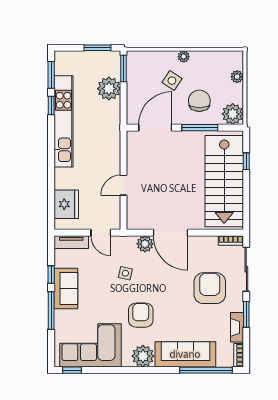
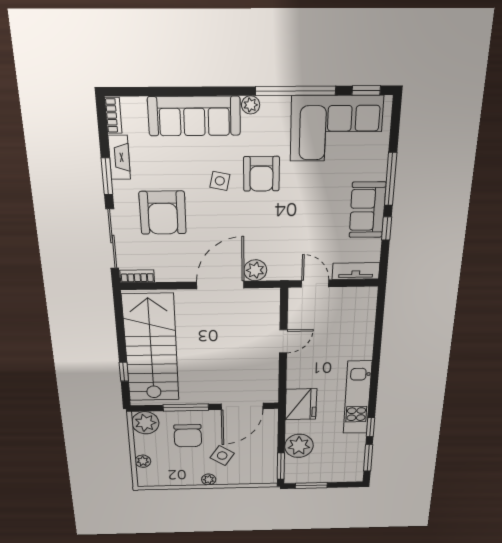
kitchen unit: (64, 121) -> (357, 398), width x0.73
fridge: (66, 204) -> (301, 404), moved, turned 180
door: (170, 233) -> (220, 285), hinge flipped
side table: (125, 273) -> (220, 181), moved
plant: (143, 356) -> (251, 105), width x0.53, depth x0.53
window: (206, 370) -> (296, 91), moved

